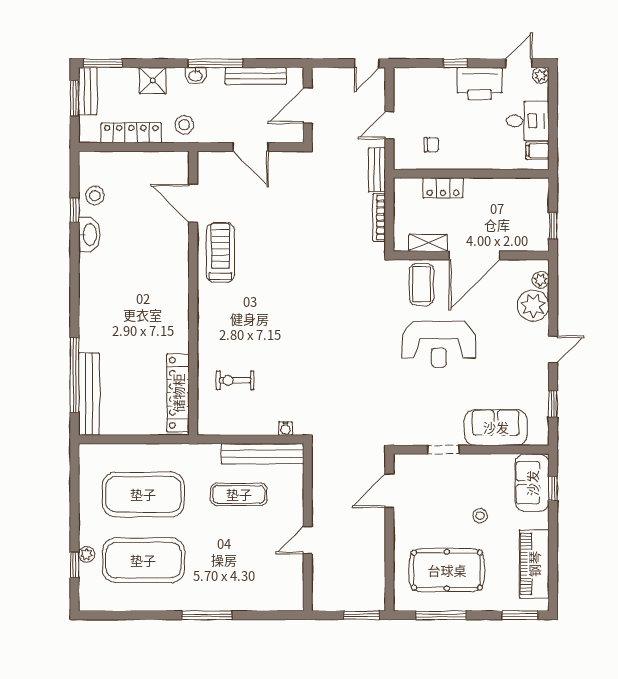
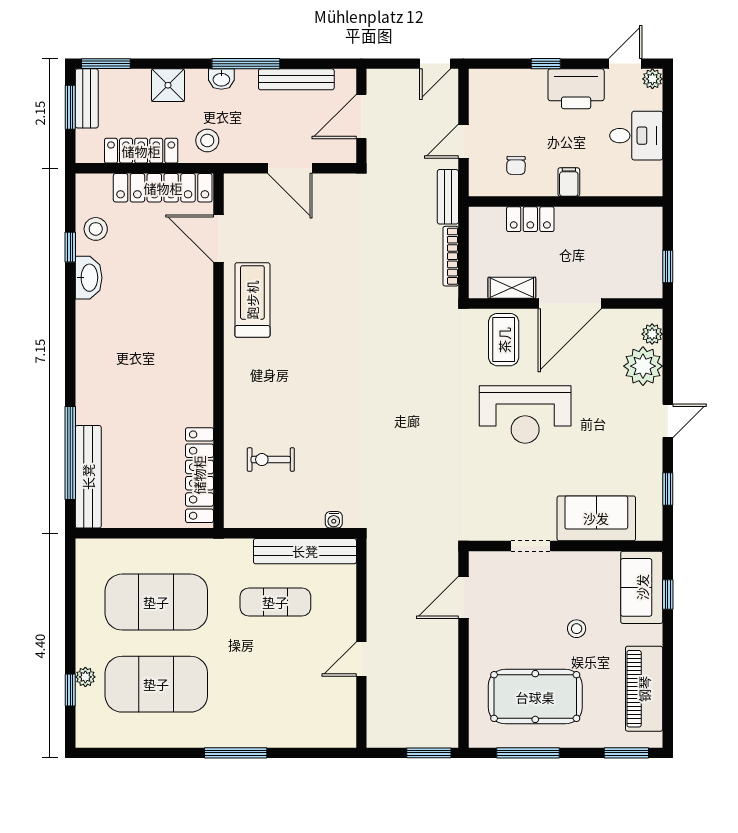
chair: (431, 145) -> (516, 165), turned 91
filing cabinet: (537, 151) -> (569, 182), moved, turned 90
locker: (149, 163) -> (163, 188), added

